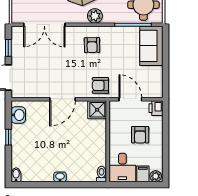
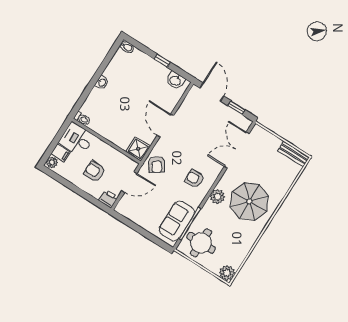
sofa: (151, 46) -> (177, 221), moved, turned -90
armchair: (100, 85) -> (157, 164), turned 144

